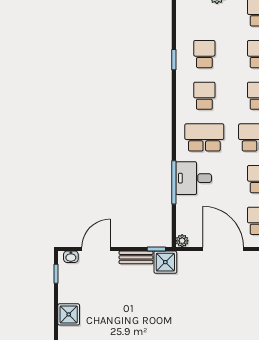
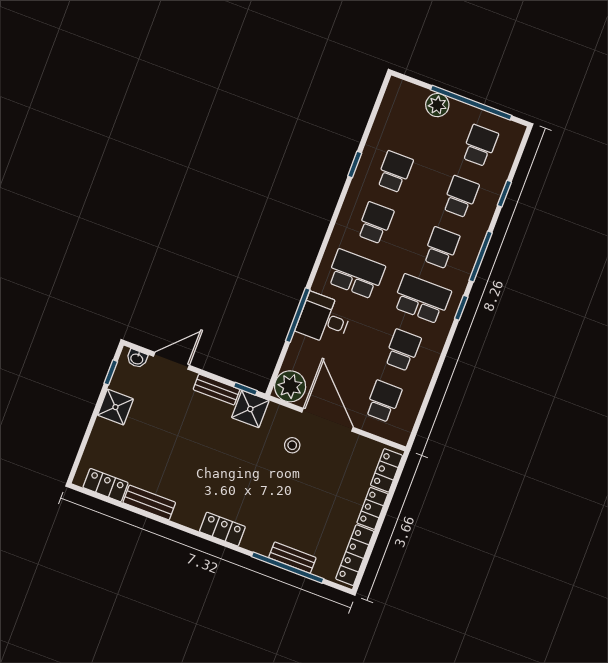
plant: (182, 241) -> (290, 386), width x1.88, depth x1.88
stool: (205, 277) -> (292, 445), added
shower: (69, 314) -> (115, 407), moved

